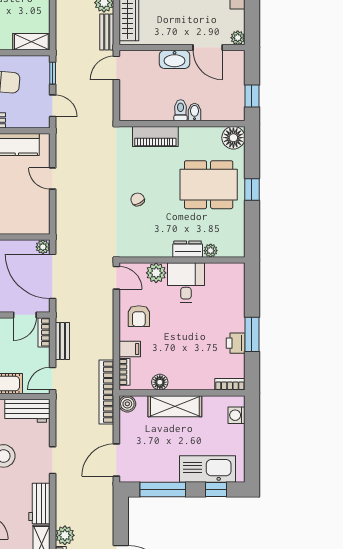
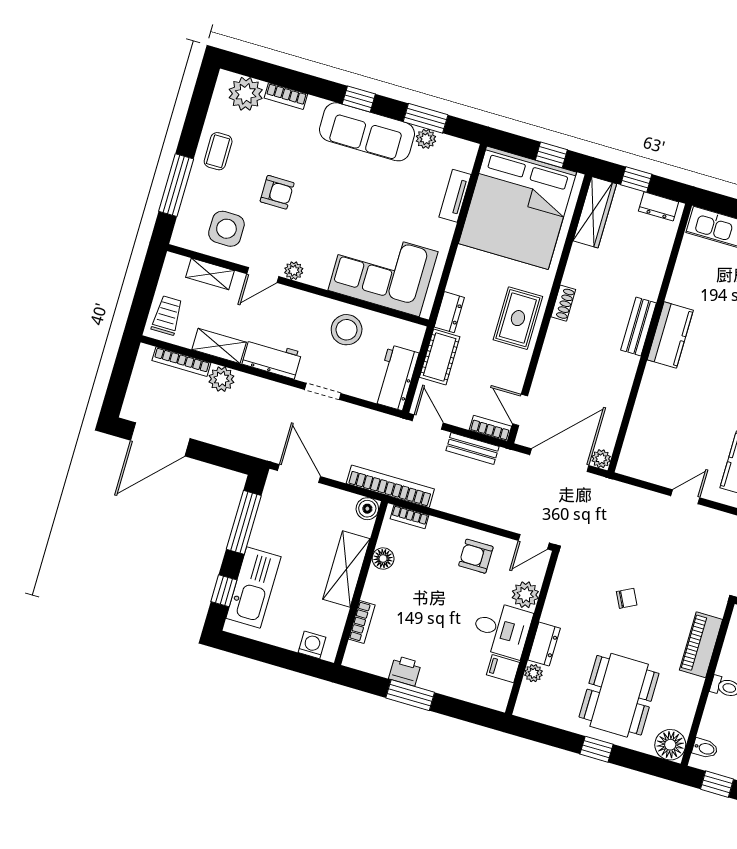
bidet: (195, 112) -> (705, 748), moved
filing cabinet: (130, 349) -> (503, 669), moved, turned 90
bookcase: (230, 384) -> (362, 622), moved

